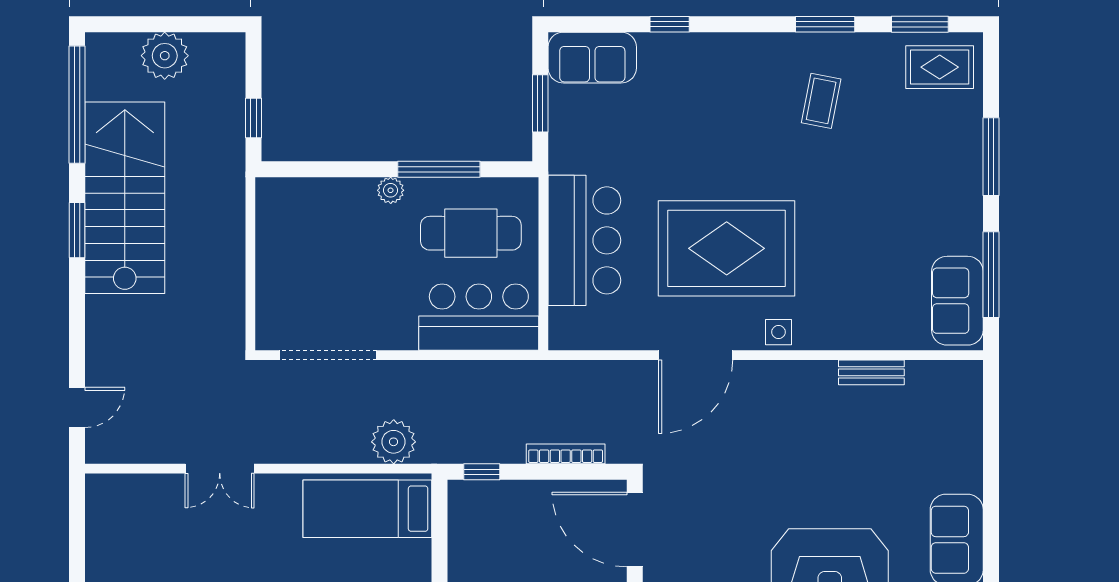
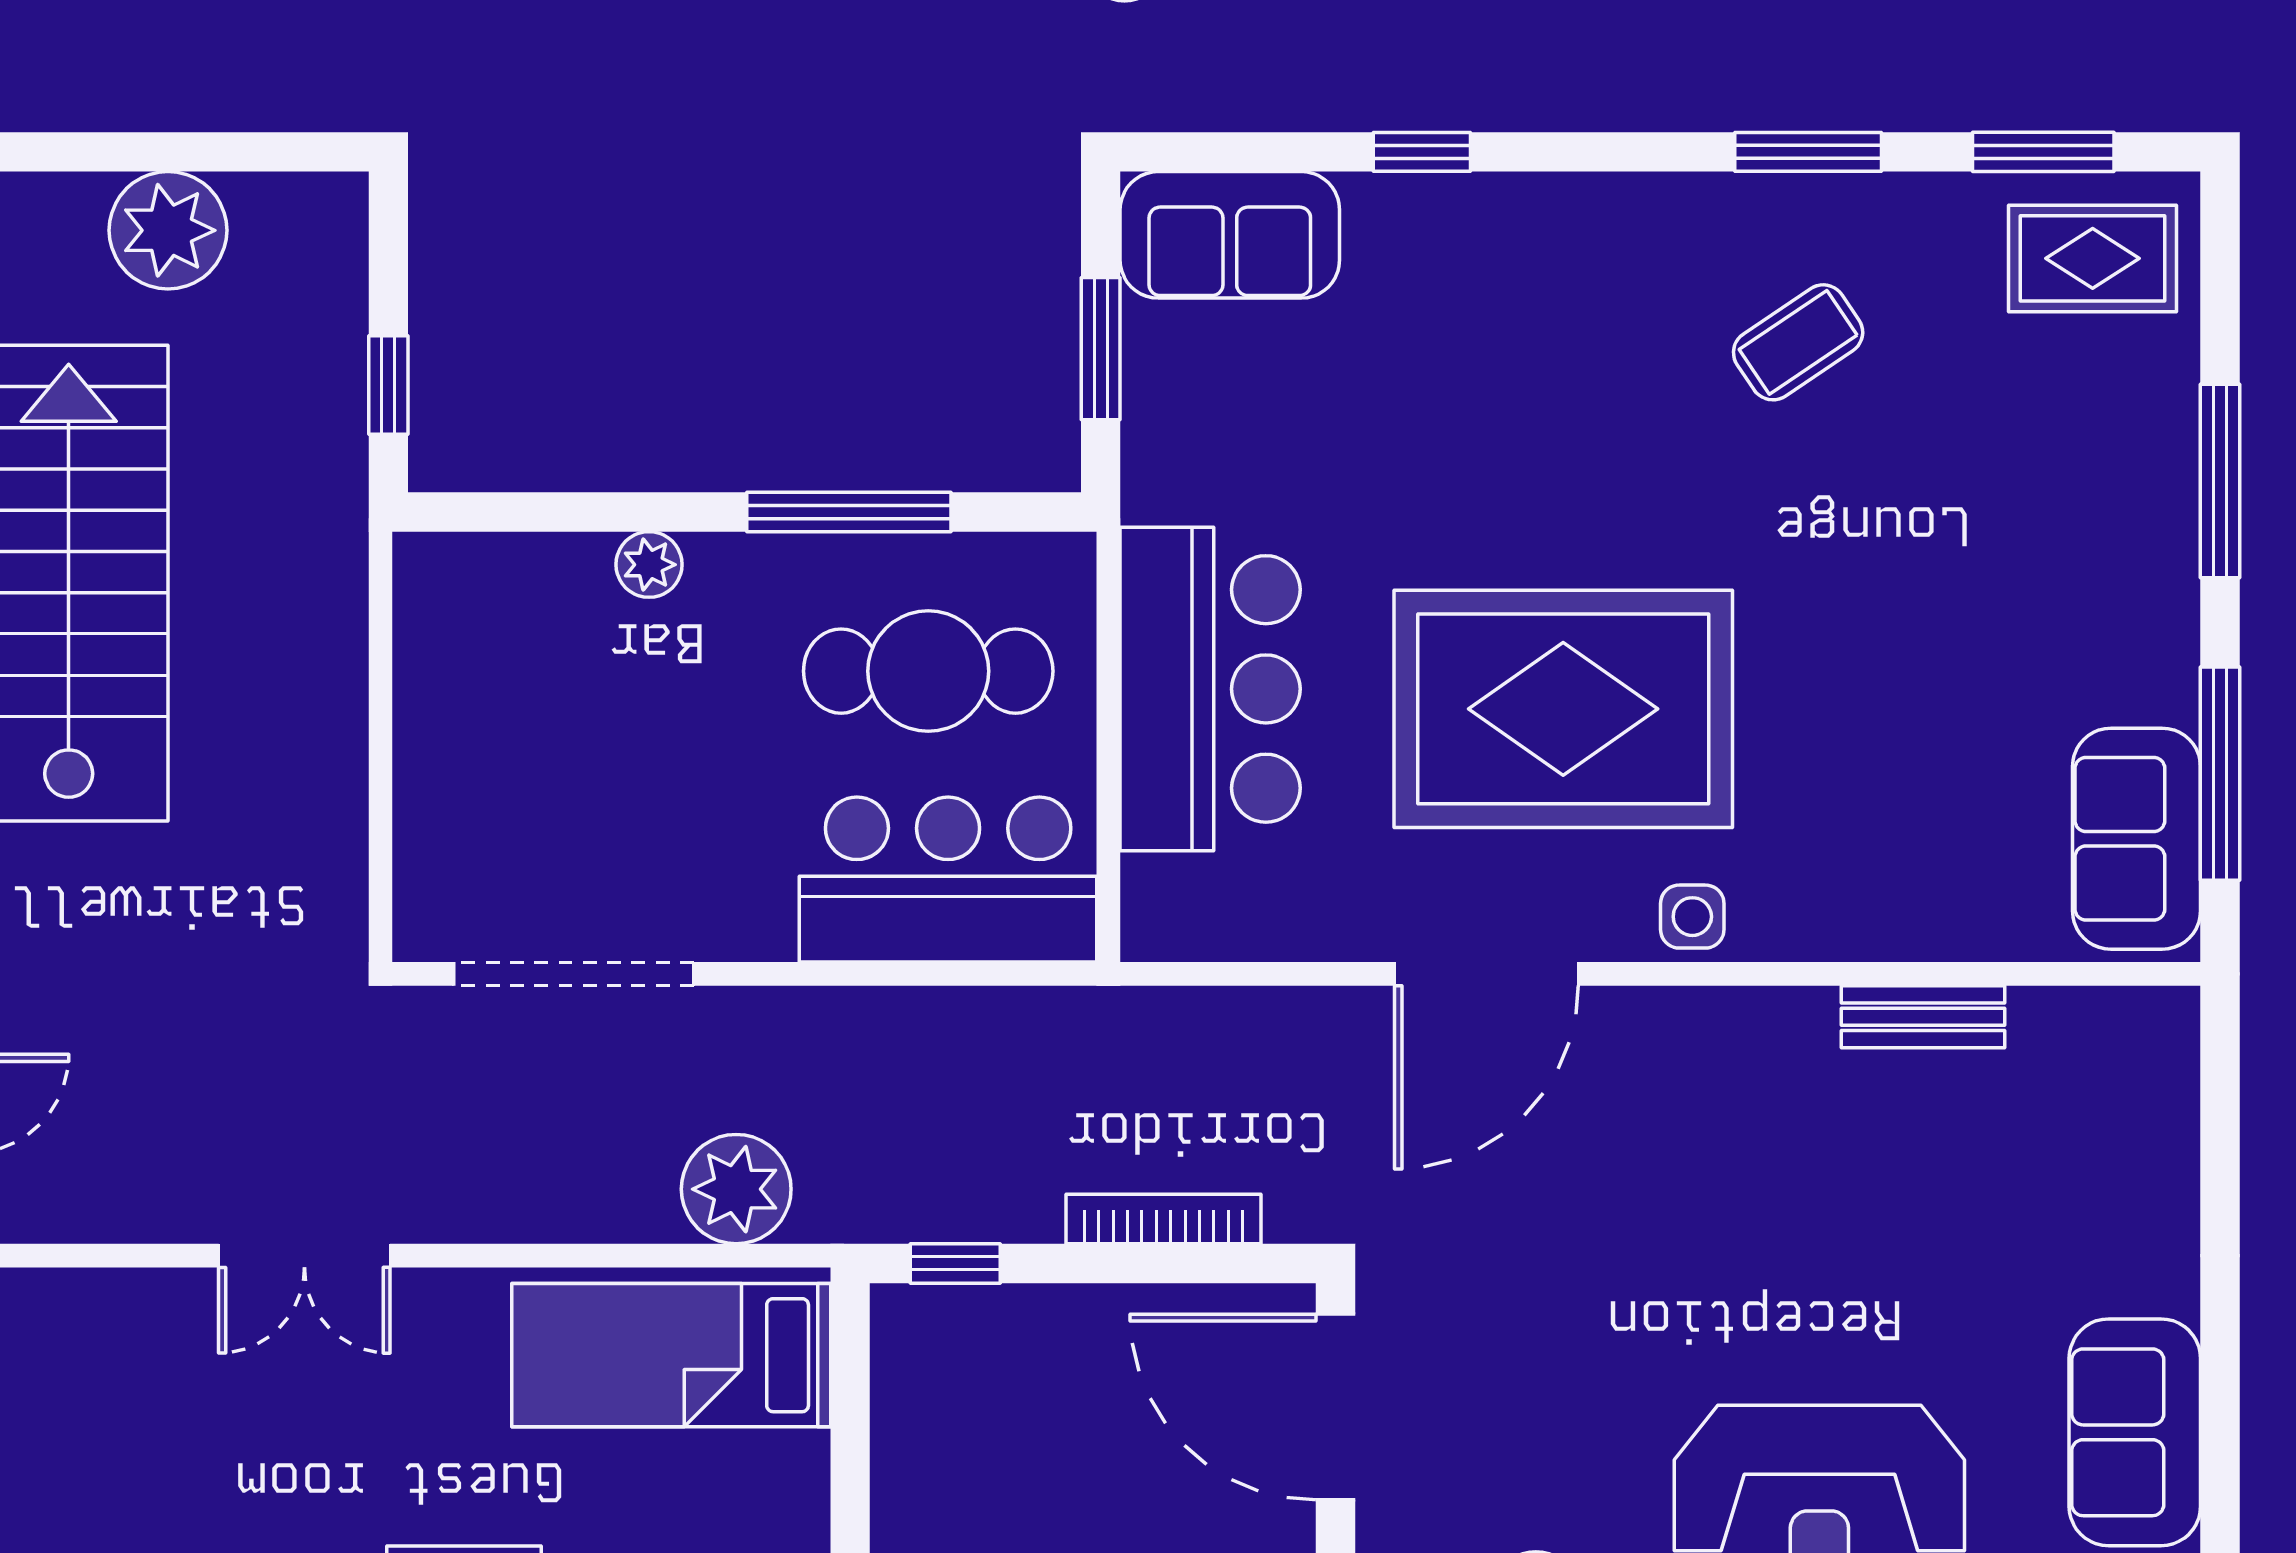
coffee table: (821, 101) -> (1798, 342), turned 45
plant: (391, 190) -> (649, 565), moved

